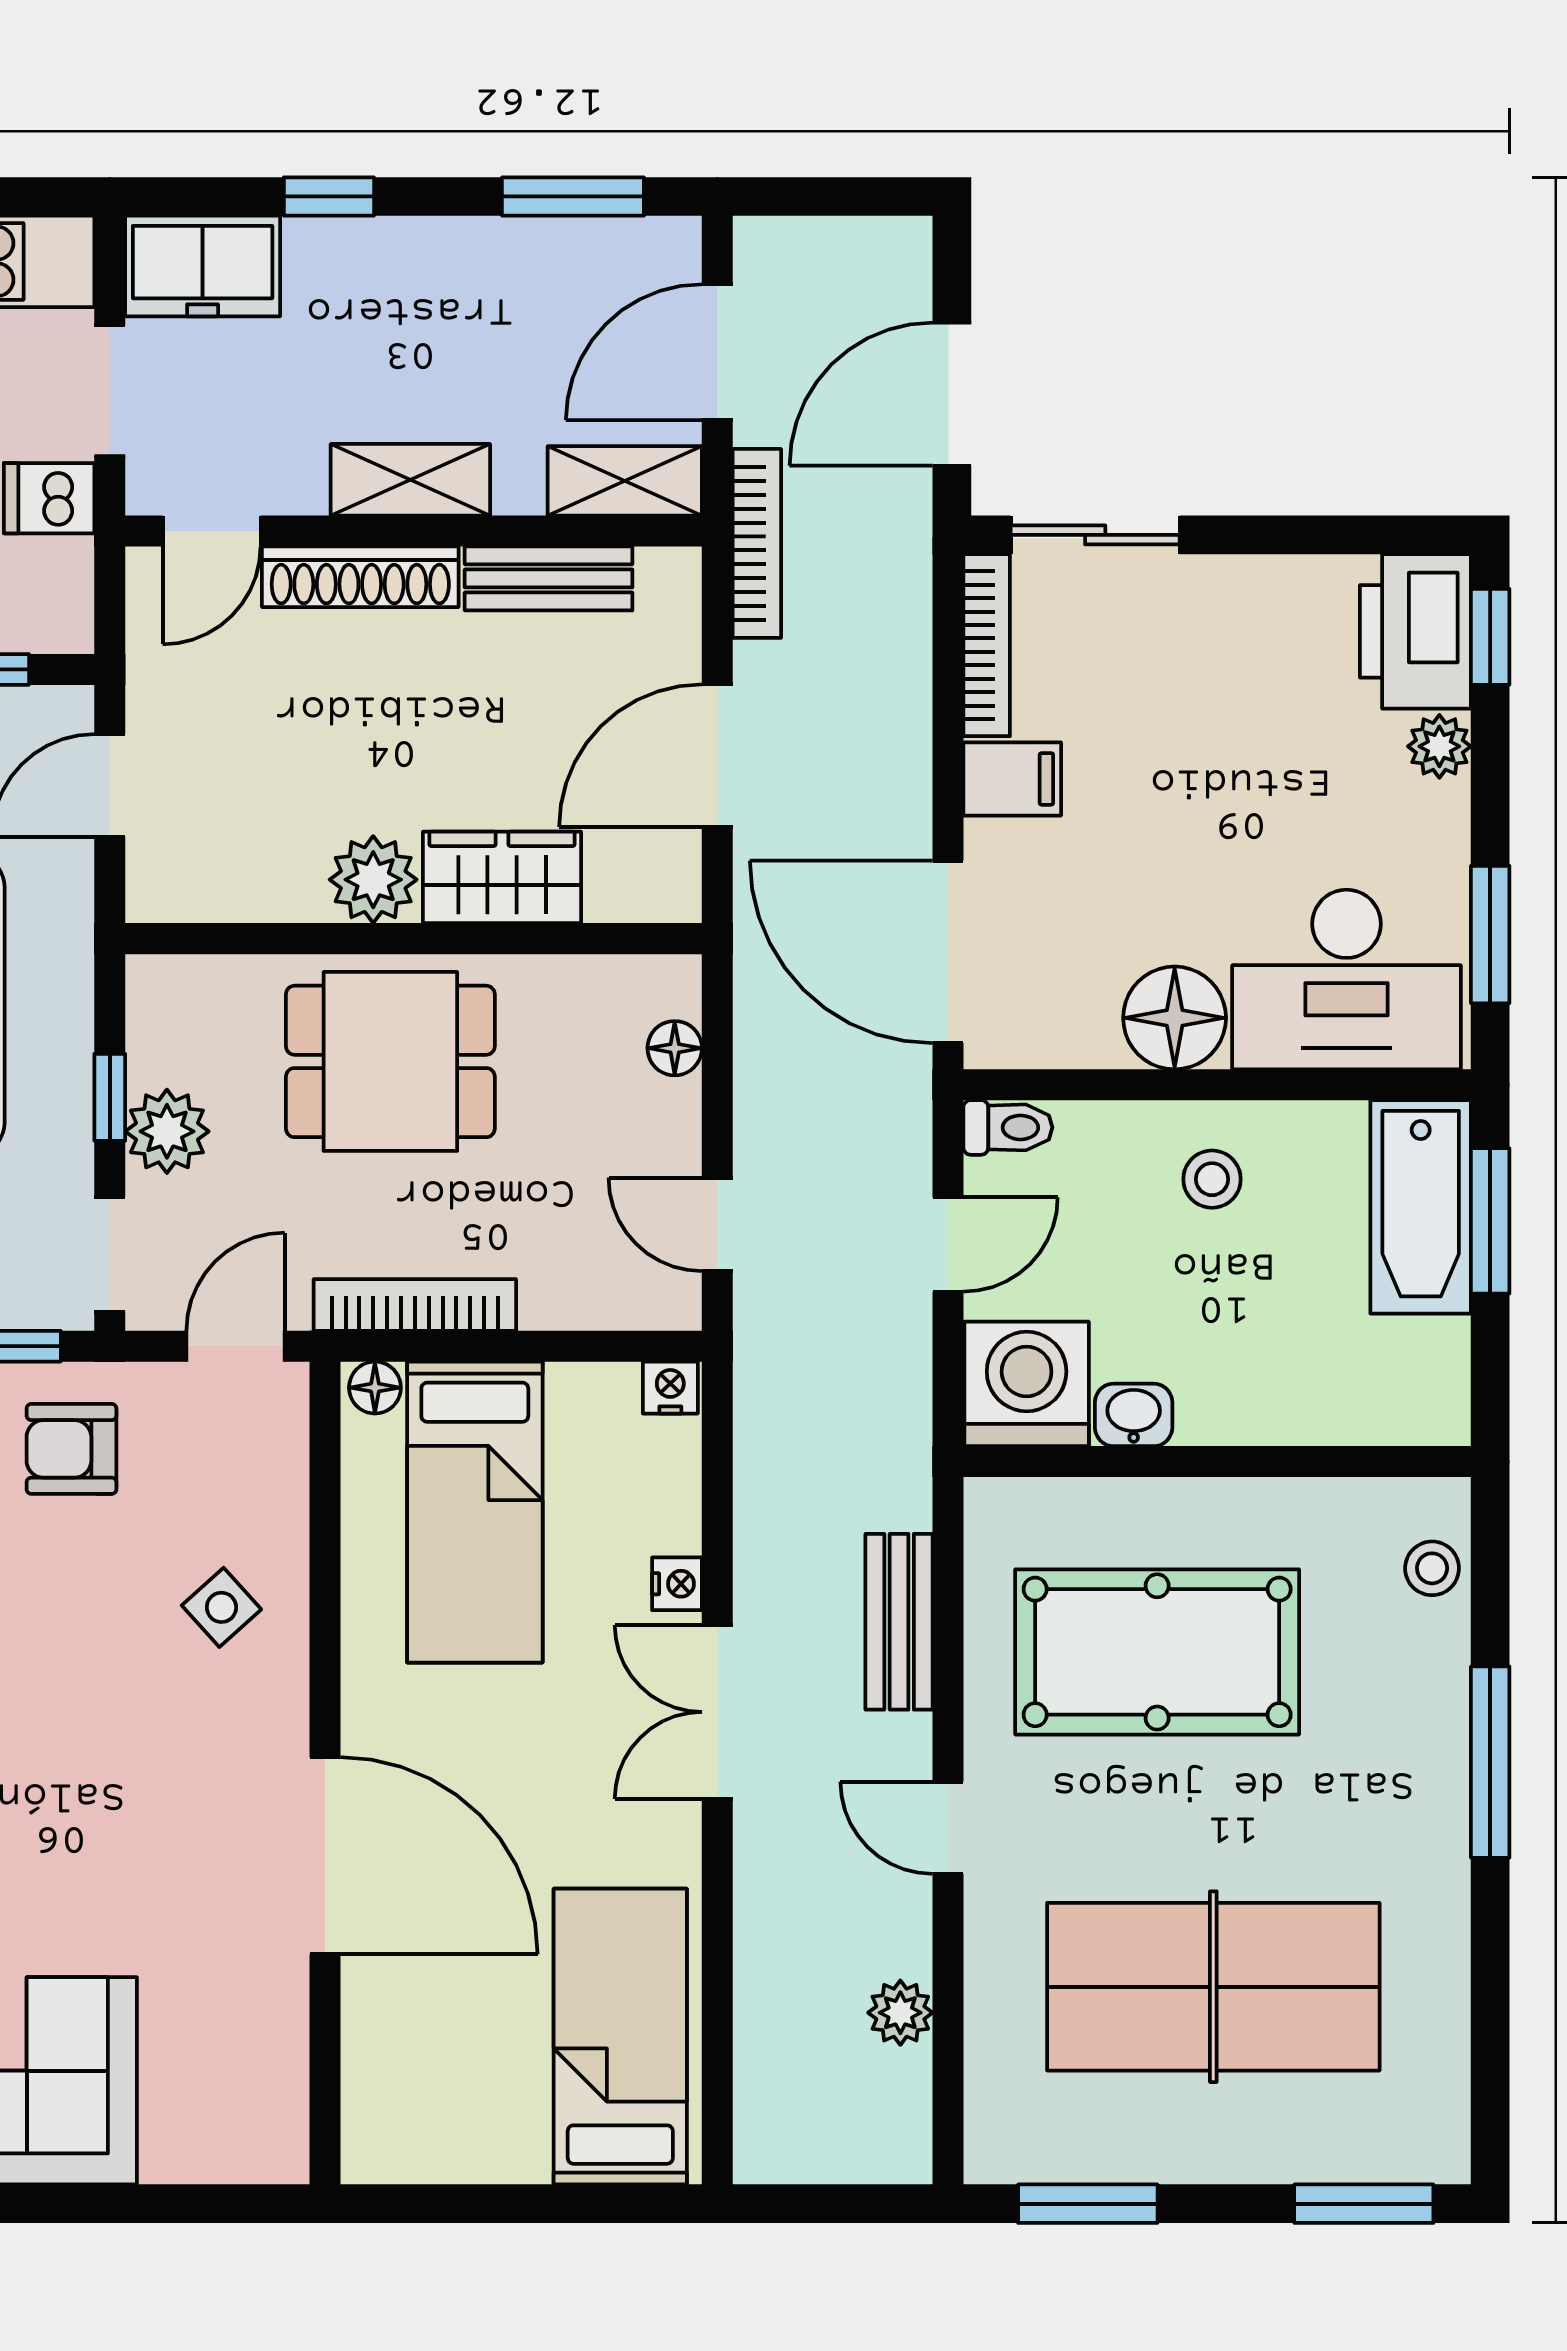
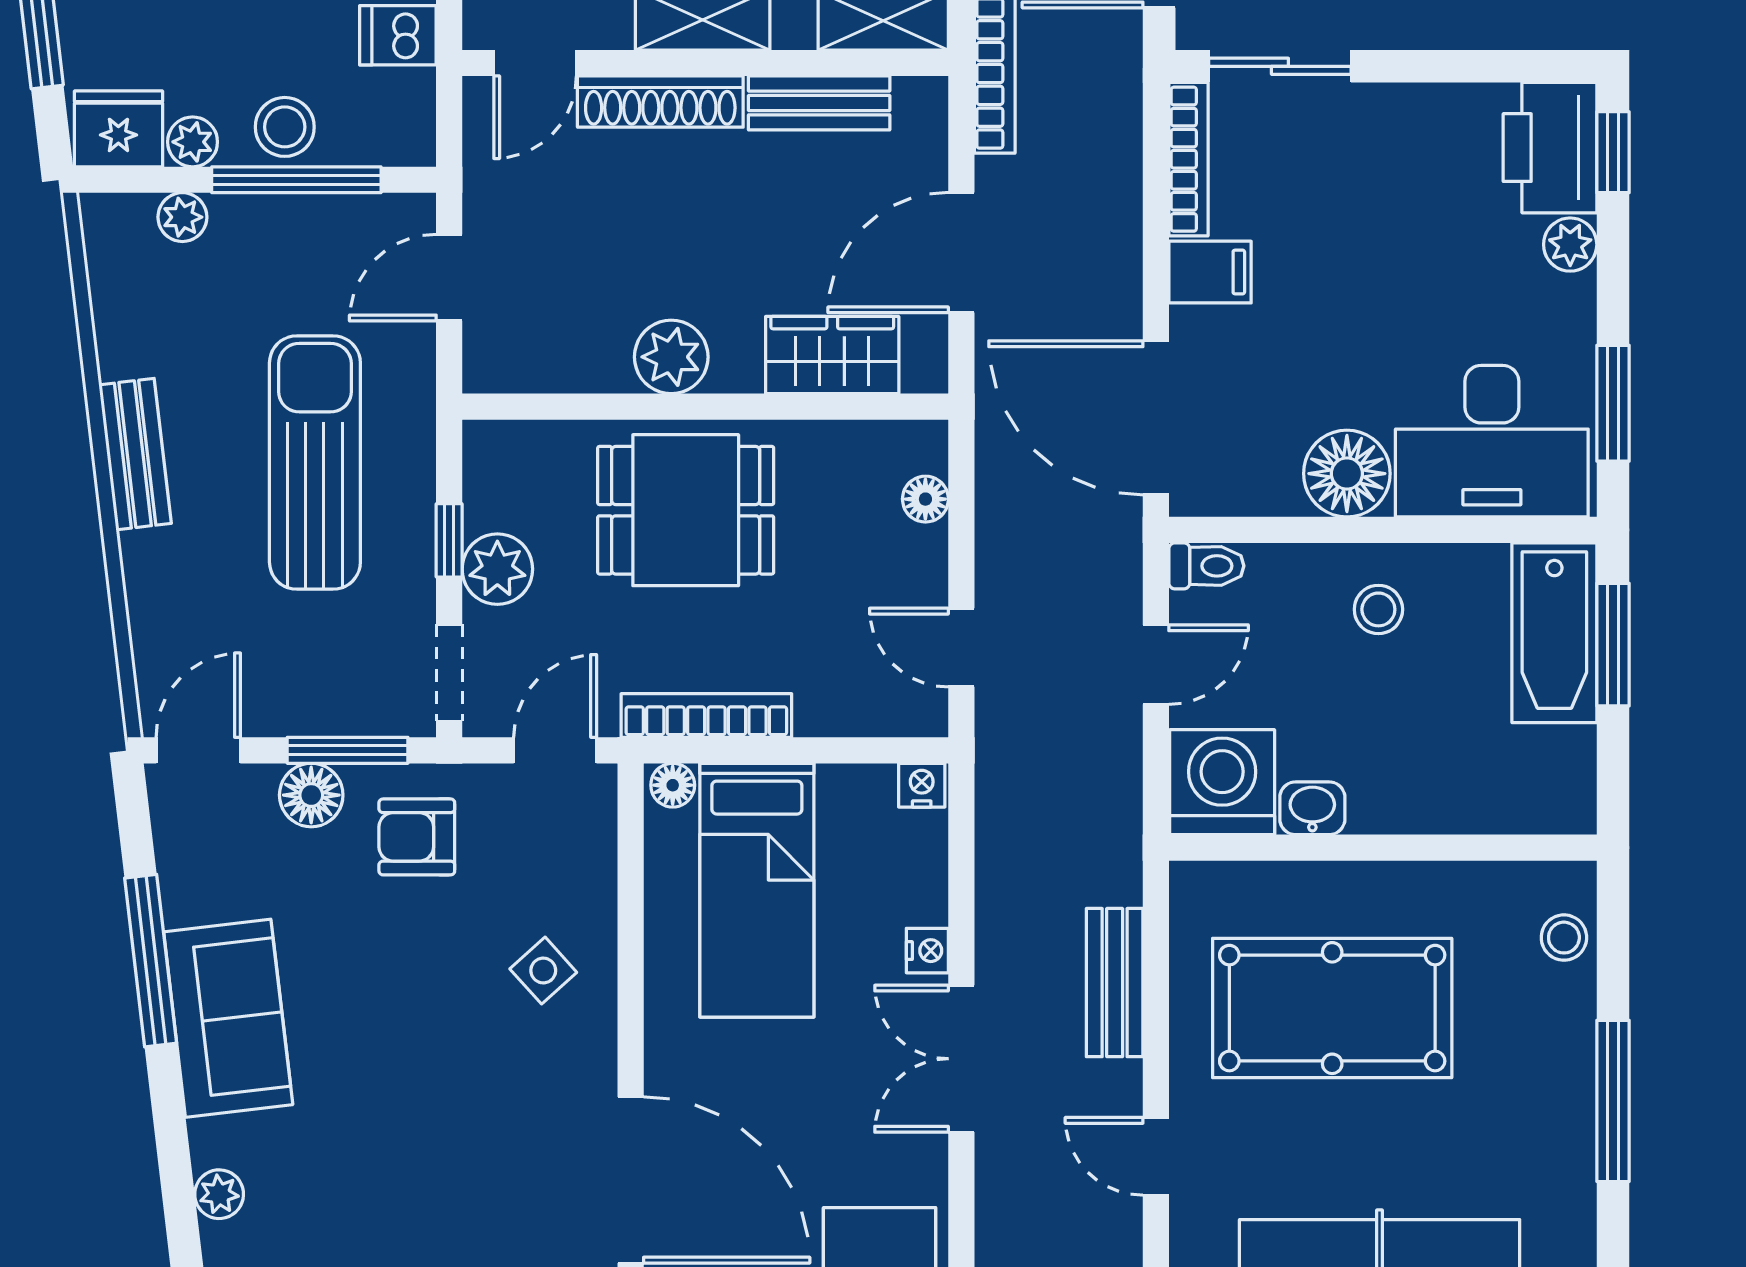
wardrobe: (502, 877) -> (832, 355), moved

